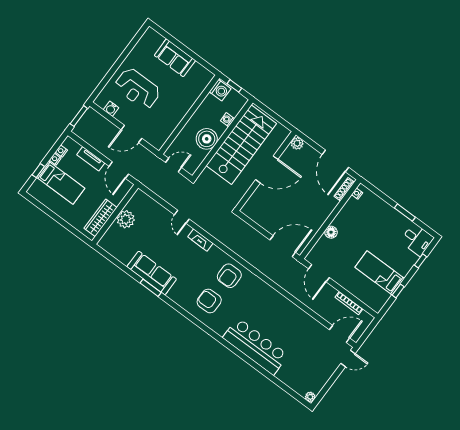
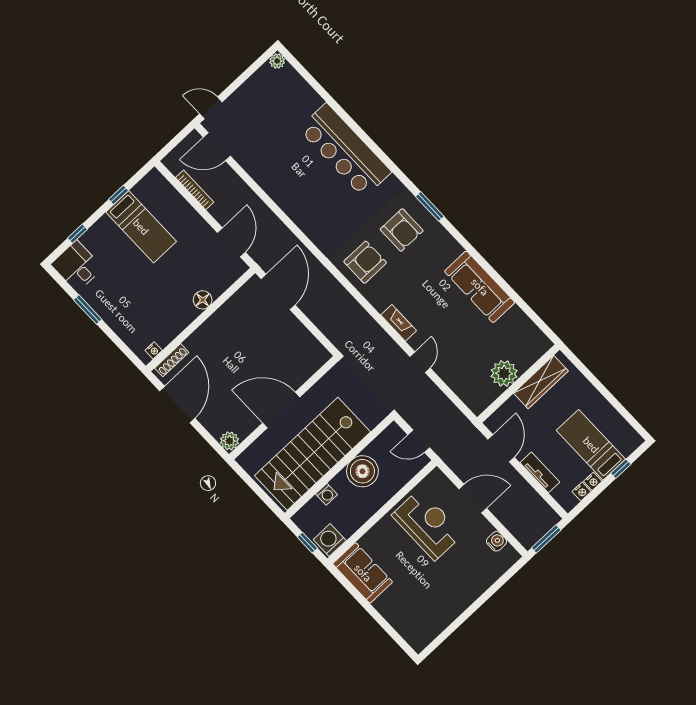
sofa: (175, 58) -> (363, 573), moved
reception desk: (137, 89) -> (427, 525), moved
door: (283, 246) -> (278, 292), swing flipped
window: (151, 288) -> (430, 206), moved

